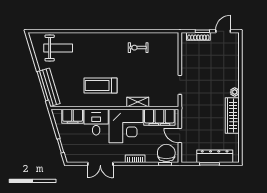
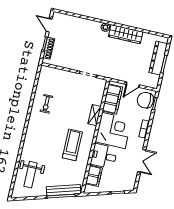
weight bench: (58, 48) -> (31, 175), turned 180
treadmill: (100, 85) -> (72, 145), turned 180

